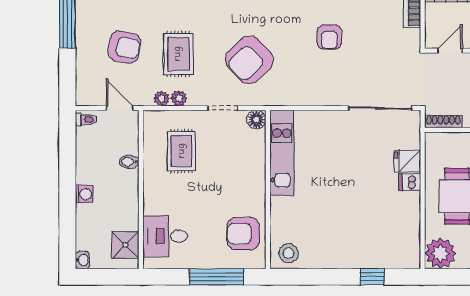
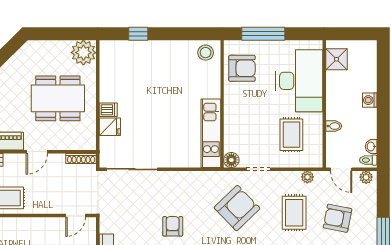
plant: (179, 98) -> (366, 177), moved
desk: (165, 236) -> (299, 81), width x1.87, depth x1.30
washbasin: (82, 260) -> (371, 146), moved

